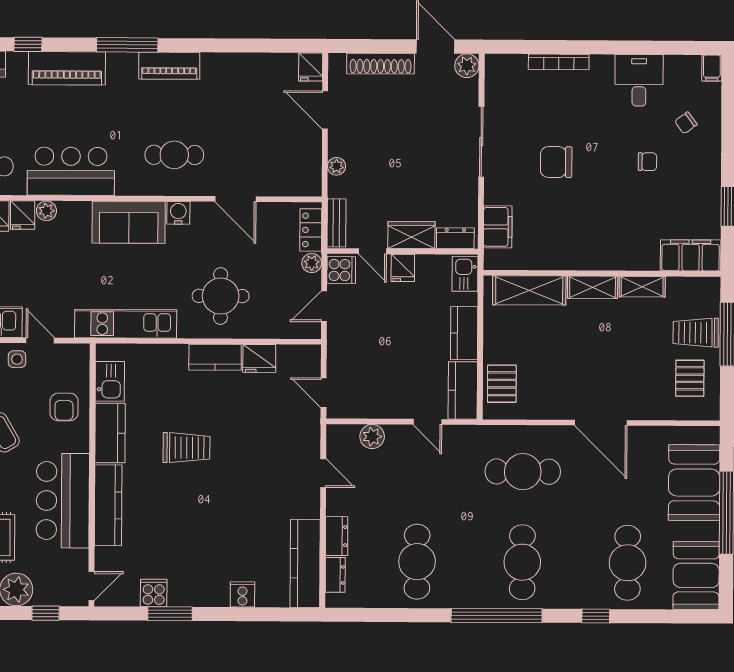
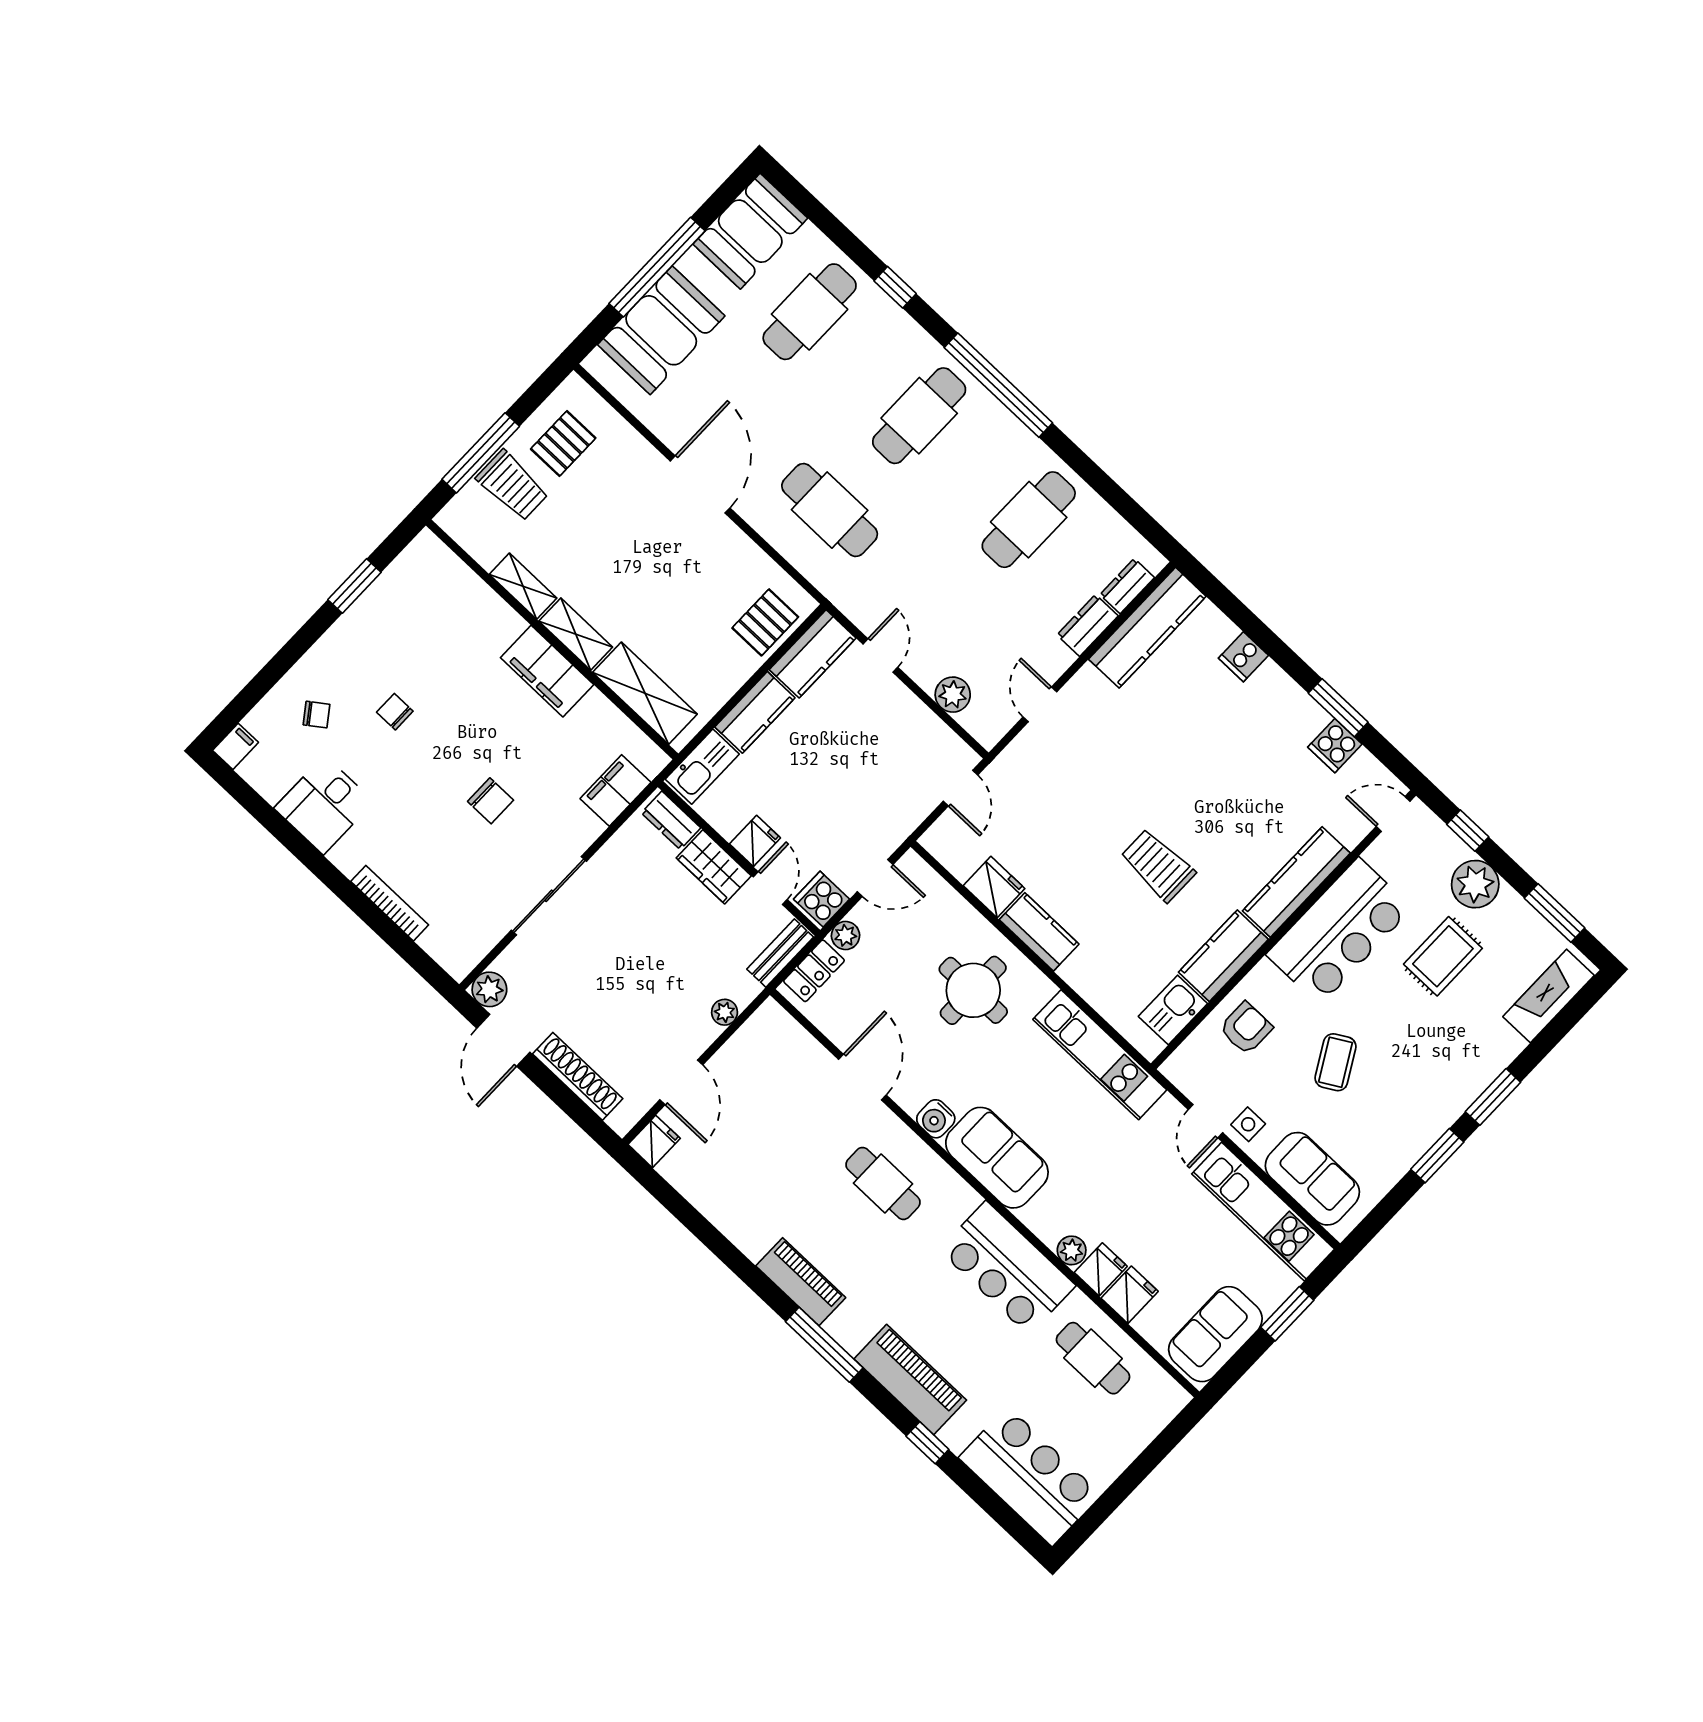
chair: (556, 162) -> (491, 801), width x0.73, depth x0.73
filing cabinet: (691, 255) -> (547, 671), moved
kitchen sink: (465, 274) -> (702, 767), width x1.38

